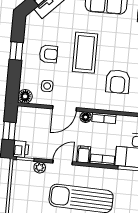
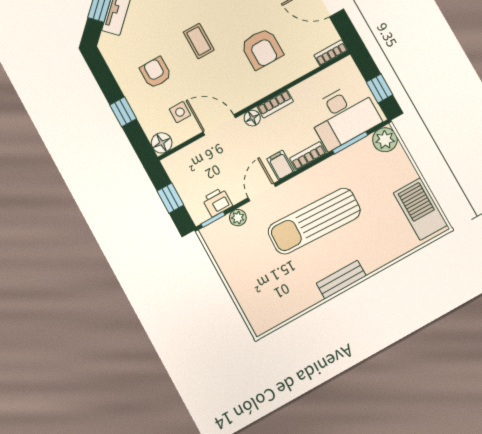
window: (16, 51) -> (123, 112), moved
coffee table: (85, 53) -> (199, 41), width x0.54, depth x0.58
armchair: (48, 54) -> (156, 73), turned -90
door: (64, 108) -> (219, 125), swing flipped
printer: (21, 149) -> (217, 202), moved, turned -90

